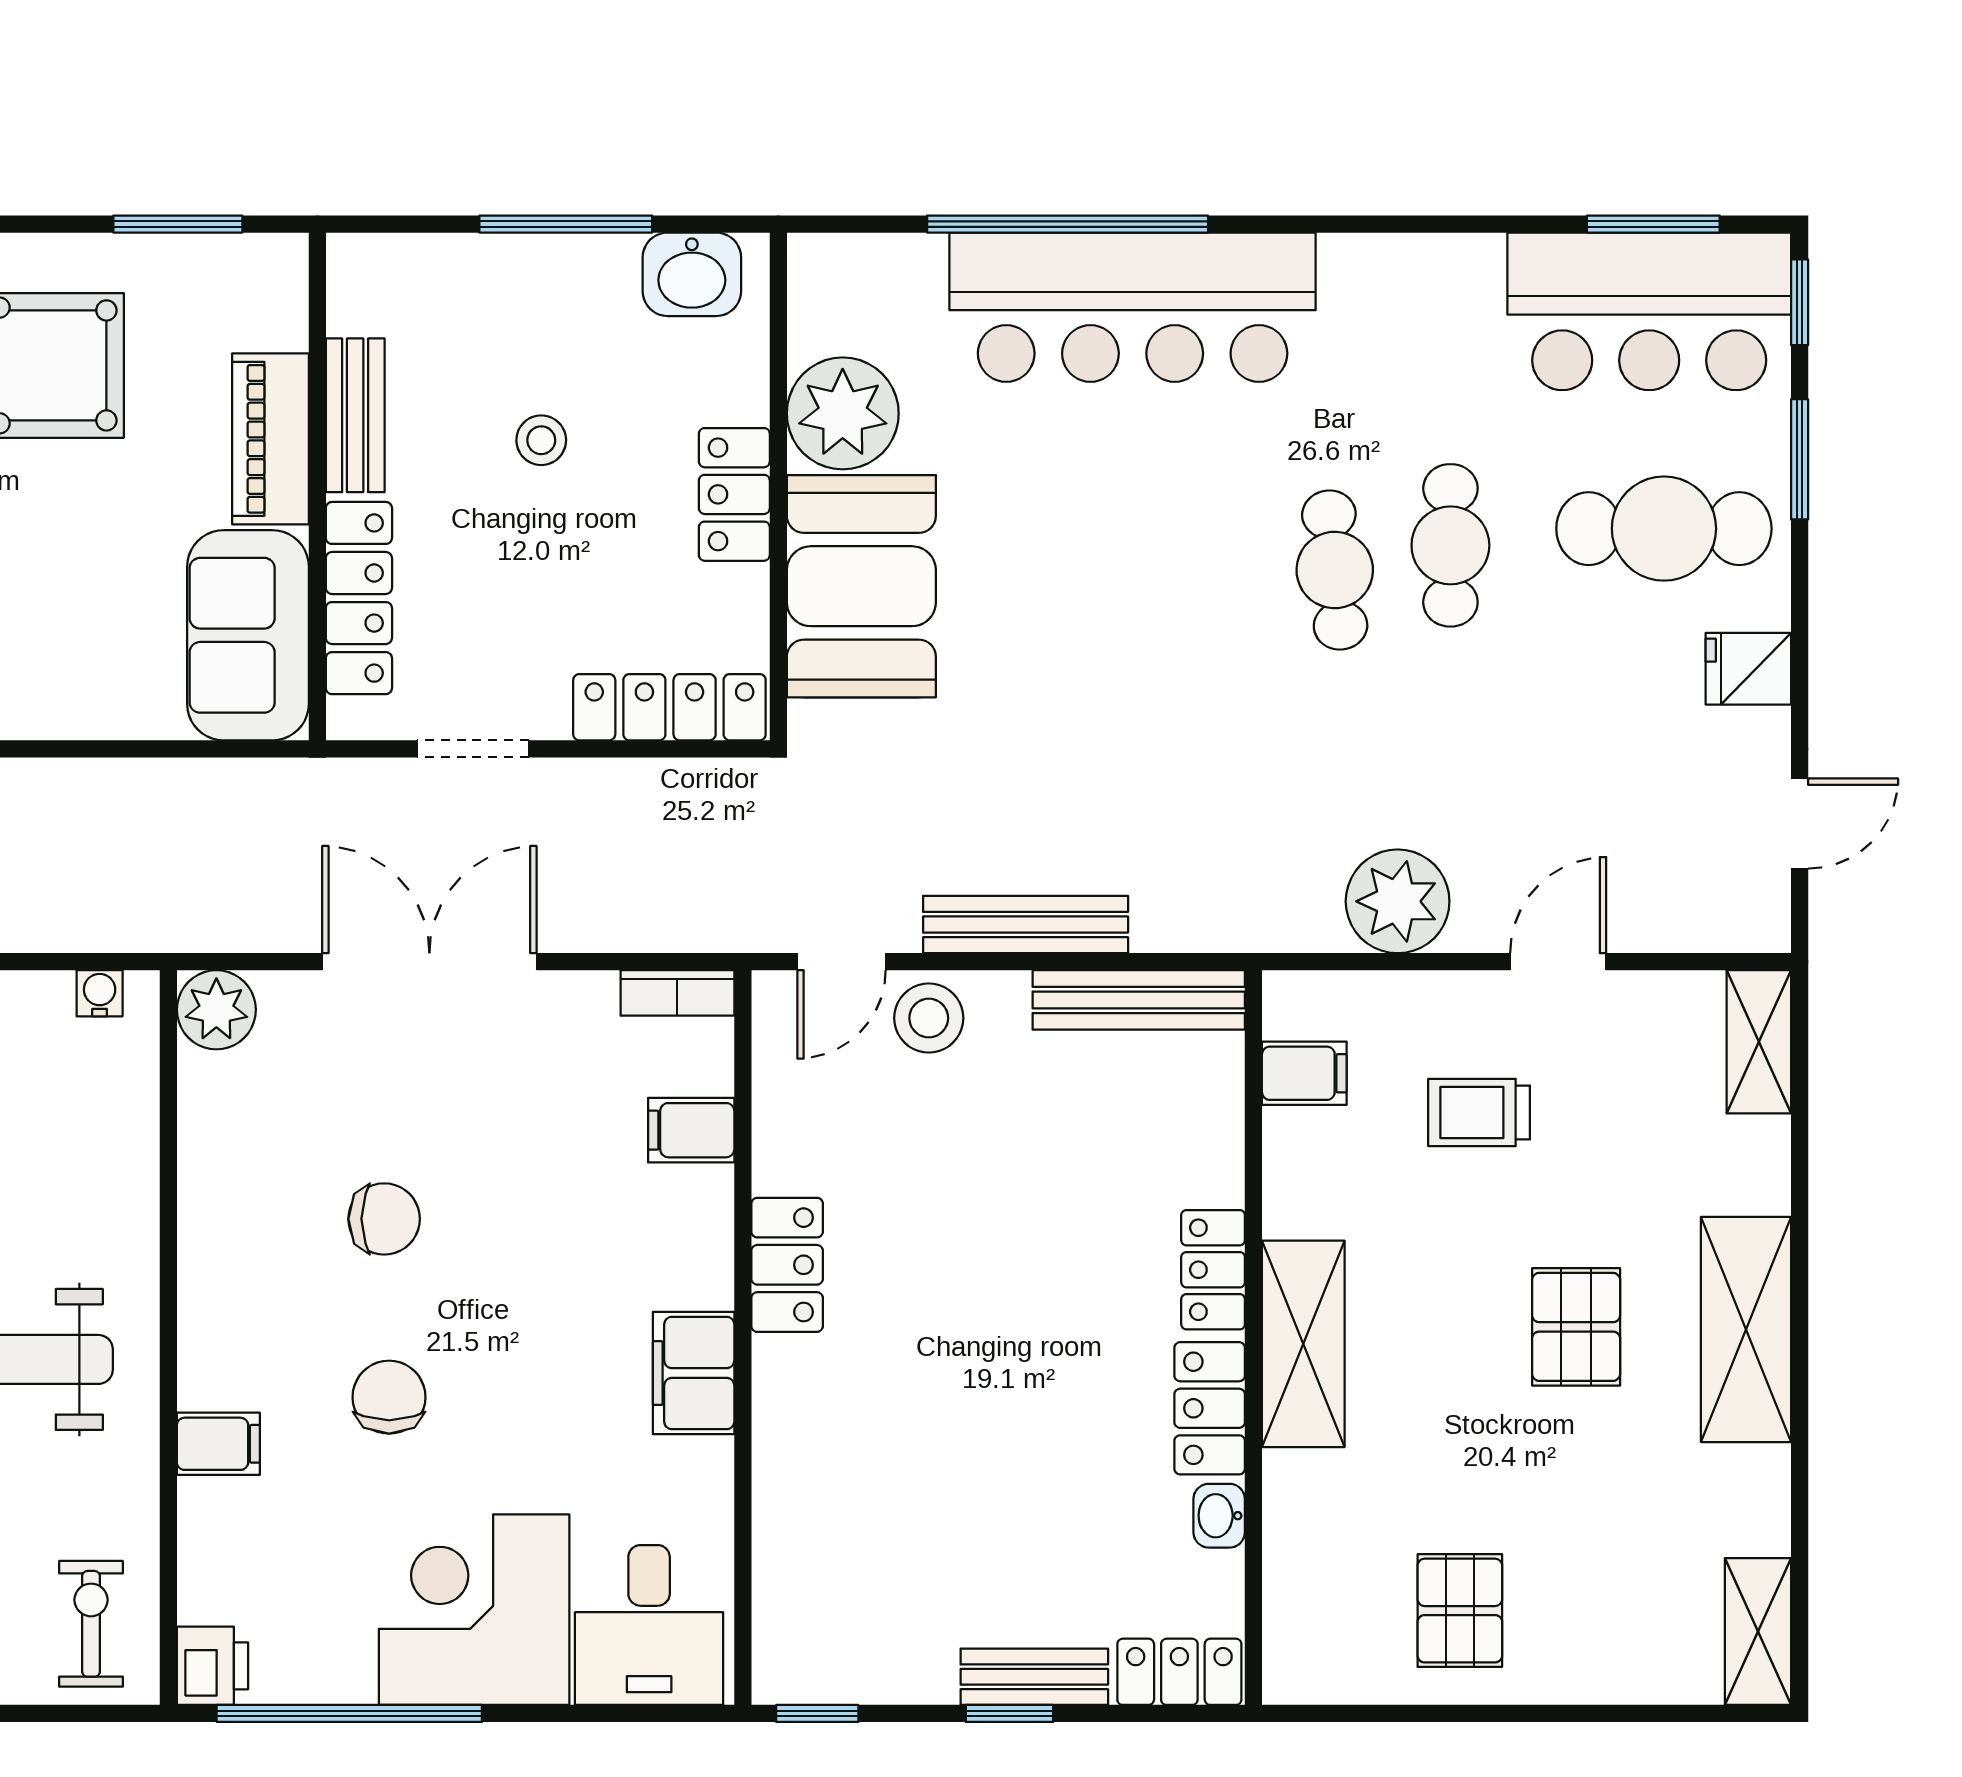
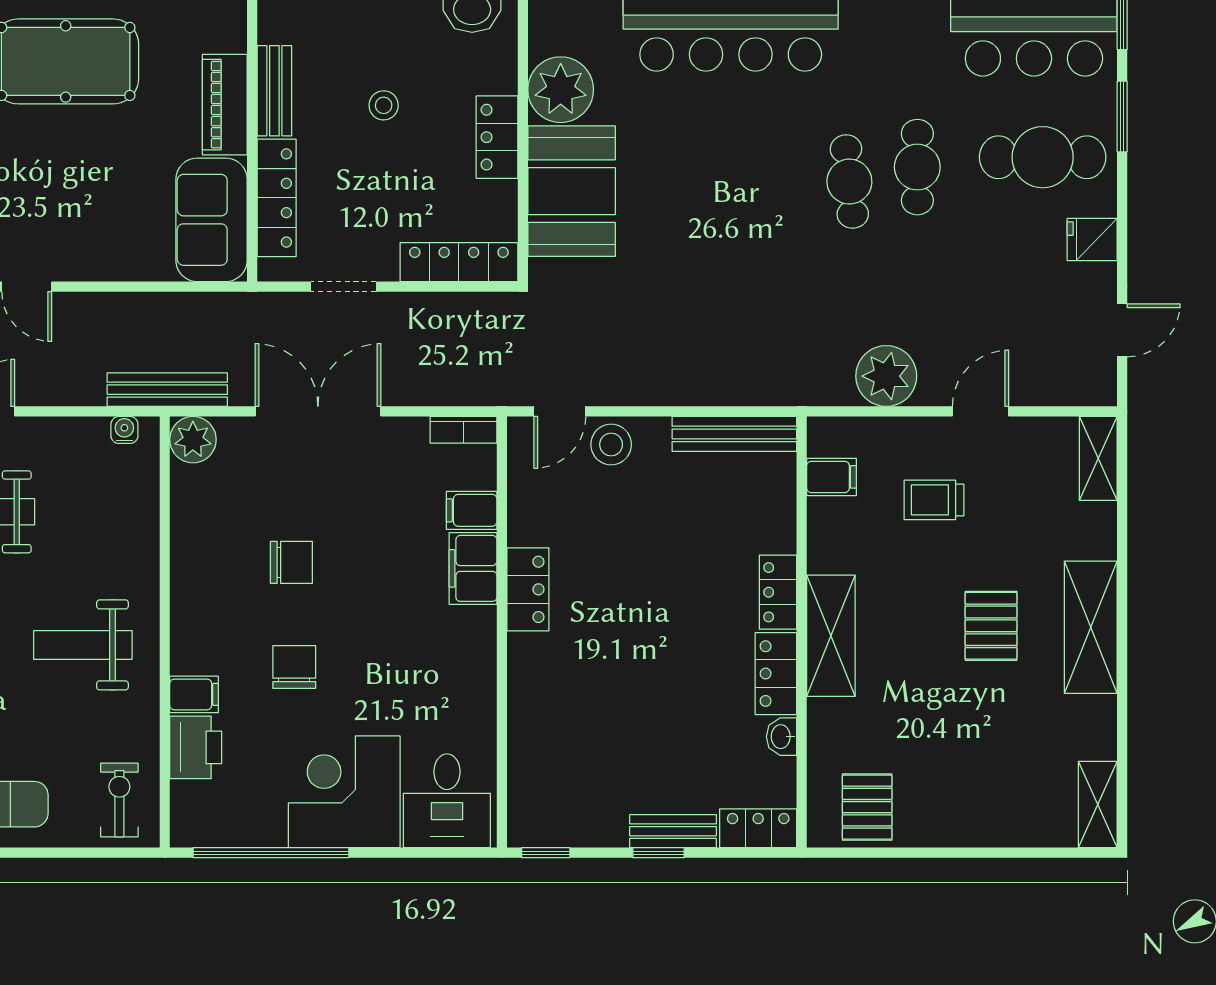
bench: (1026, 925) -> (167, 390), moved
filing cabinet: (694, 1373) -> (473, 568), moved
pallet: (1460, 1611) -> (867, 807), moved
printer: (212, 1666) -> (196, 747), moved, width x1.36, depth x1.24

